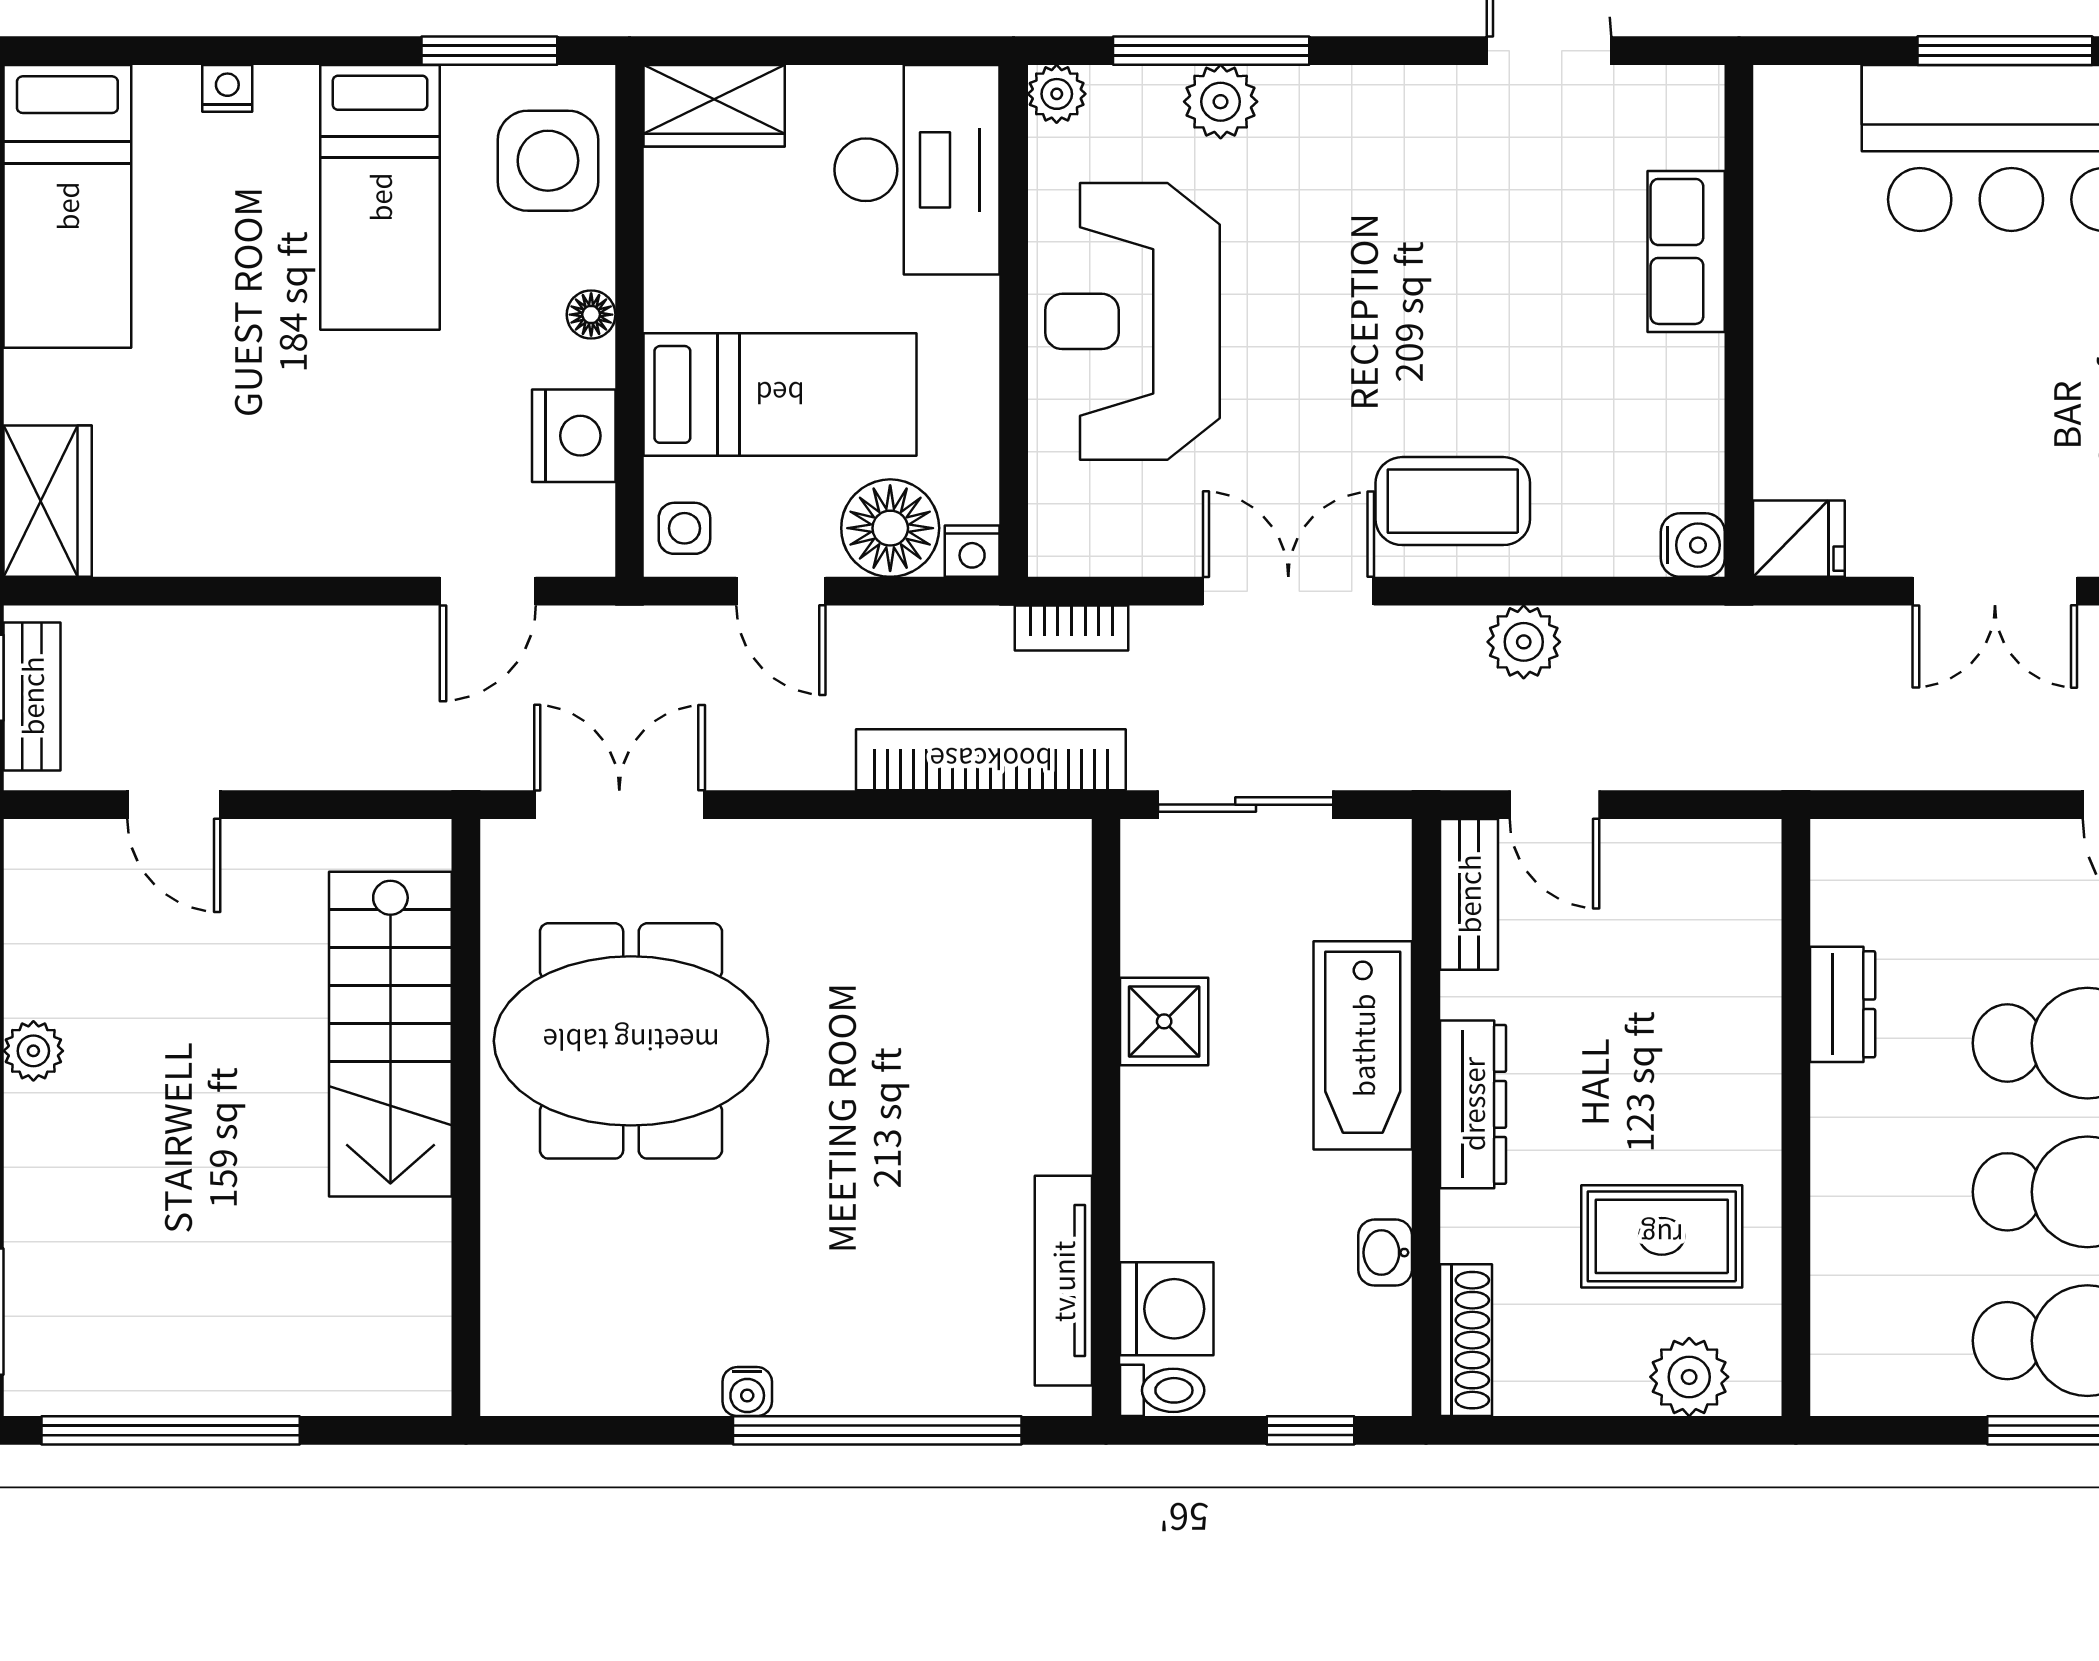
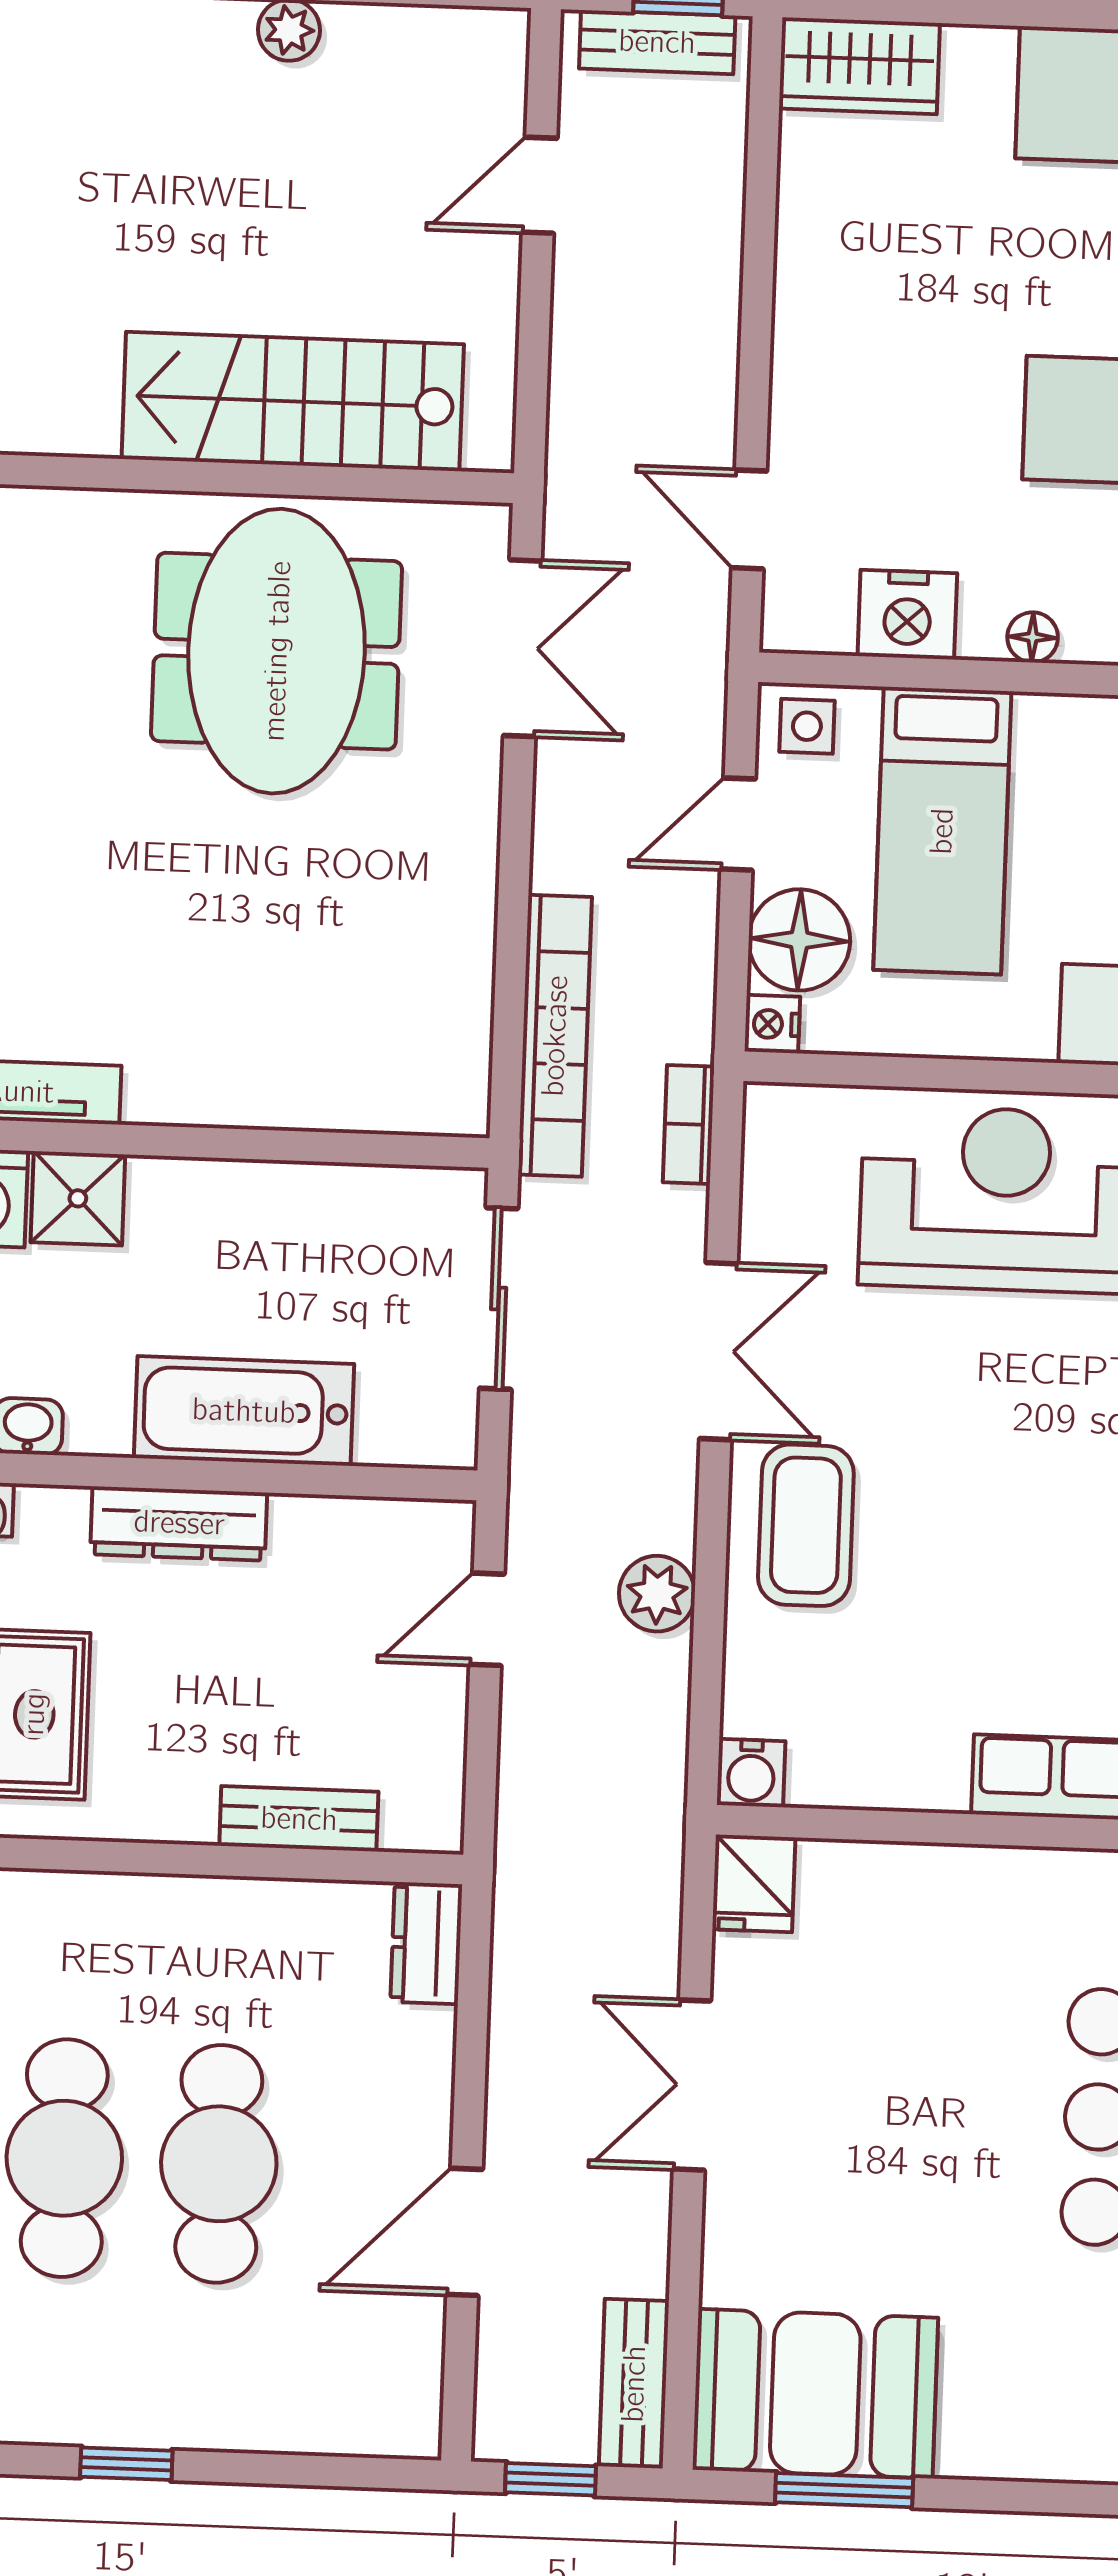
bench: (1469, 894) -> (299, 1819), moved
dresser: (1843, 1004) -> (426, 1943), moved, turned 90
shower: (1164, 1021) -> (78, 1198), moved

